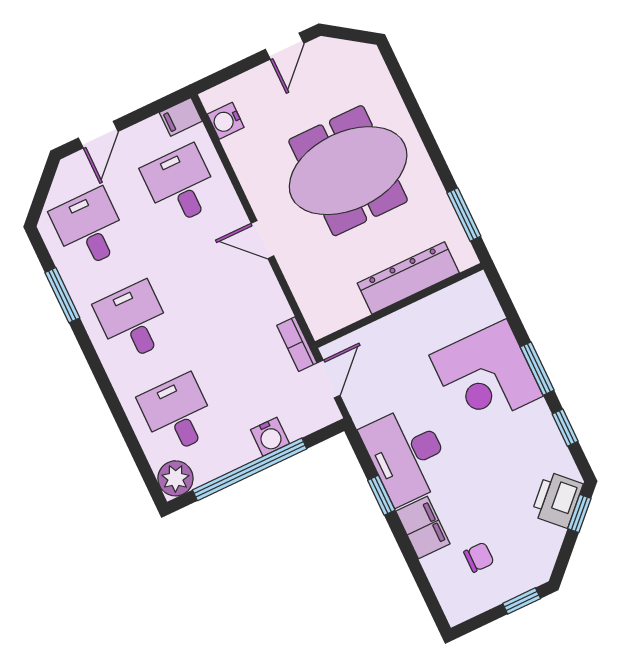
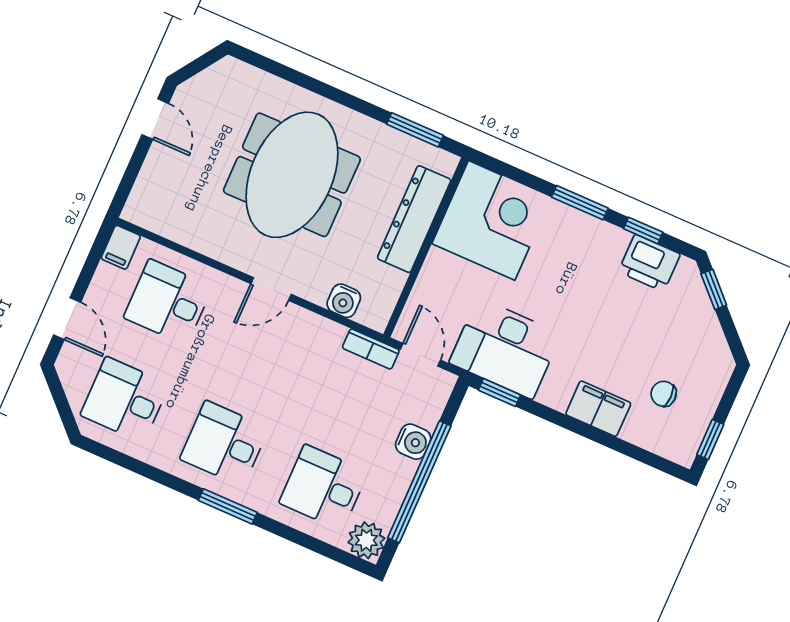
water cooler: (226, 121) -> (344, 301), moved
window: (62, 295) -> (228, 506), moved
corner desk: (486, 376) -> (492, 220), moved, turned -90
desk: (407, 455) -> (505, 348), moved
window: (381, 495) -> (499, 392), moved
printer: (557, 500) -> (649, 263), moved, turned -45
chair: (479, 557) -> (664, 394), turned -90
window: (522, 601) -> (710, 439), moved

